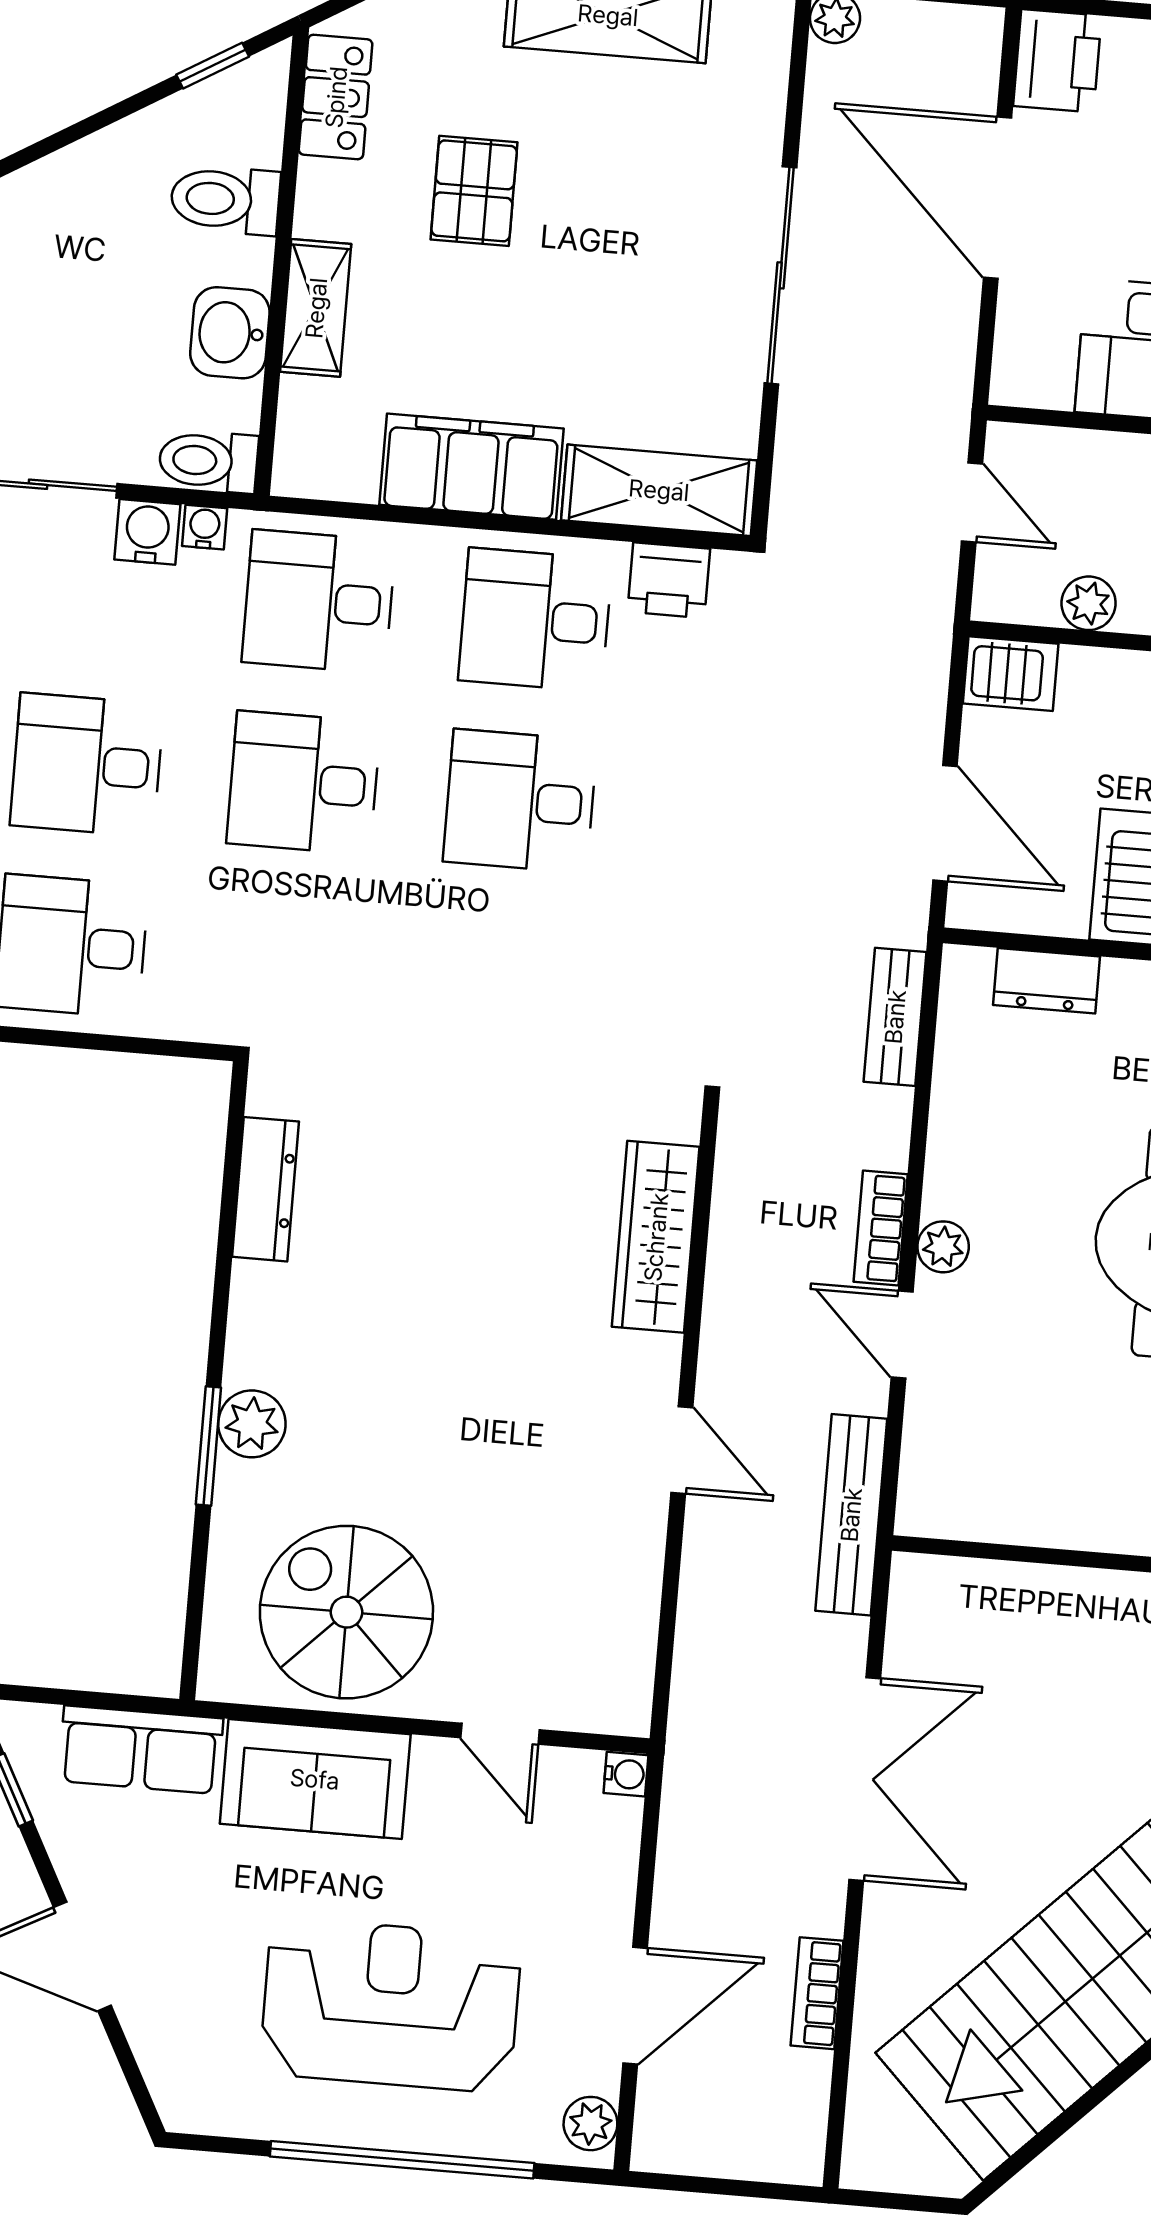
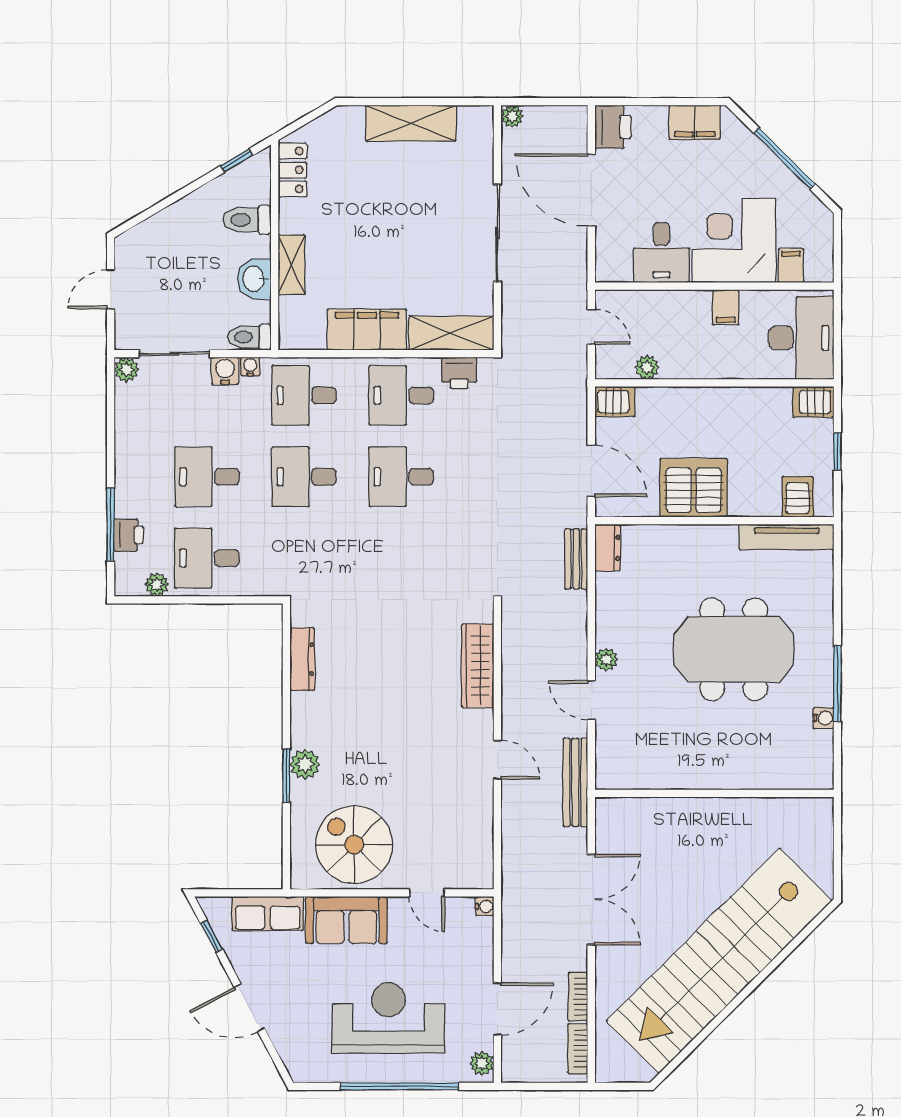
pallet: (474, 191) -> (358, 207), removed
dresser: (1047, 981) -> (608, 548), moved, turned -90
bookcase: (881, 1228) -> (578, 1048), moved

